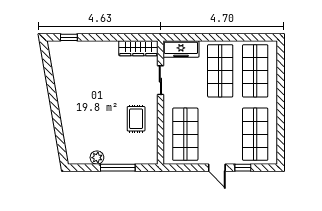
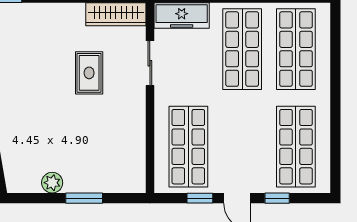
rug: (136, 119) -> (89, 73), moved
window: (118, 168) -> (84, 198), width x0.69
window: (193, 168) -> (200, 198), added

